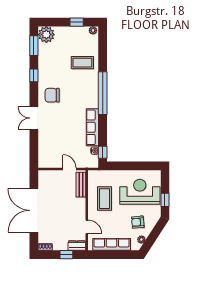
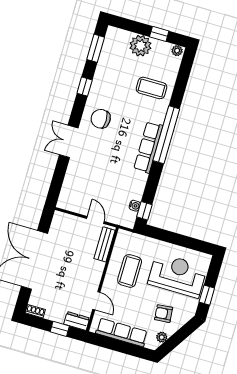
plant: (46, 34) -> (140, 46), moved
row of seats: (92, 127) -> (148, 147), moved

